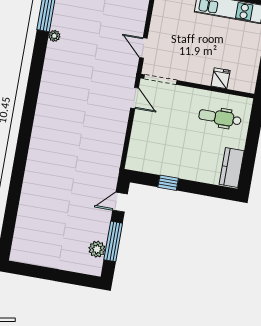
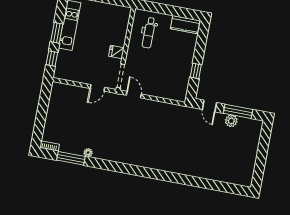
fridge: (221, 78) -> (116, 52), moved
door: (135, 98) -> (134, 95), hinge flipped
plant: (97, 249) -> (231, 121), moved

